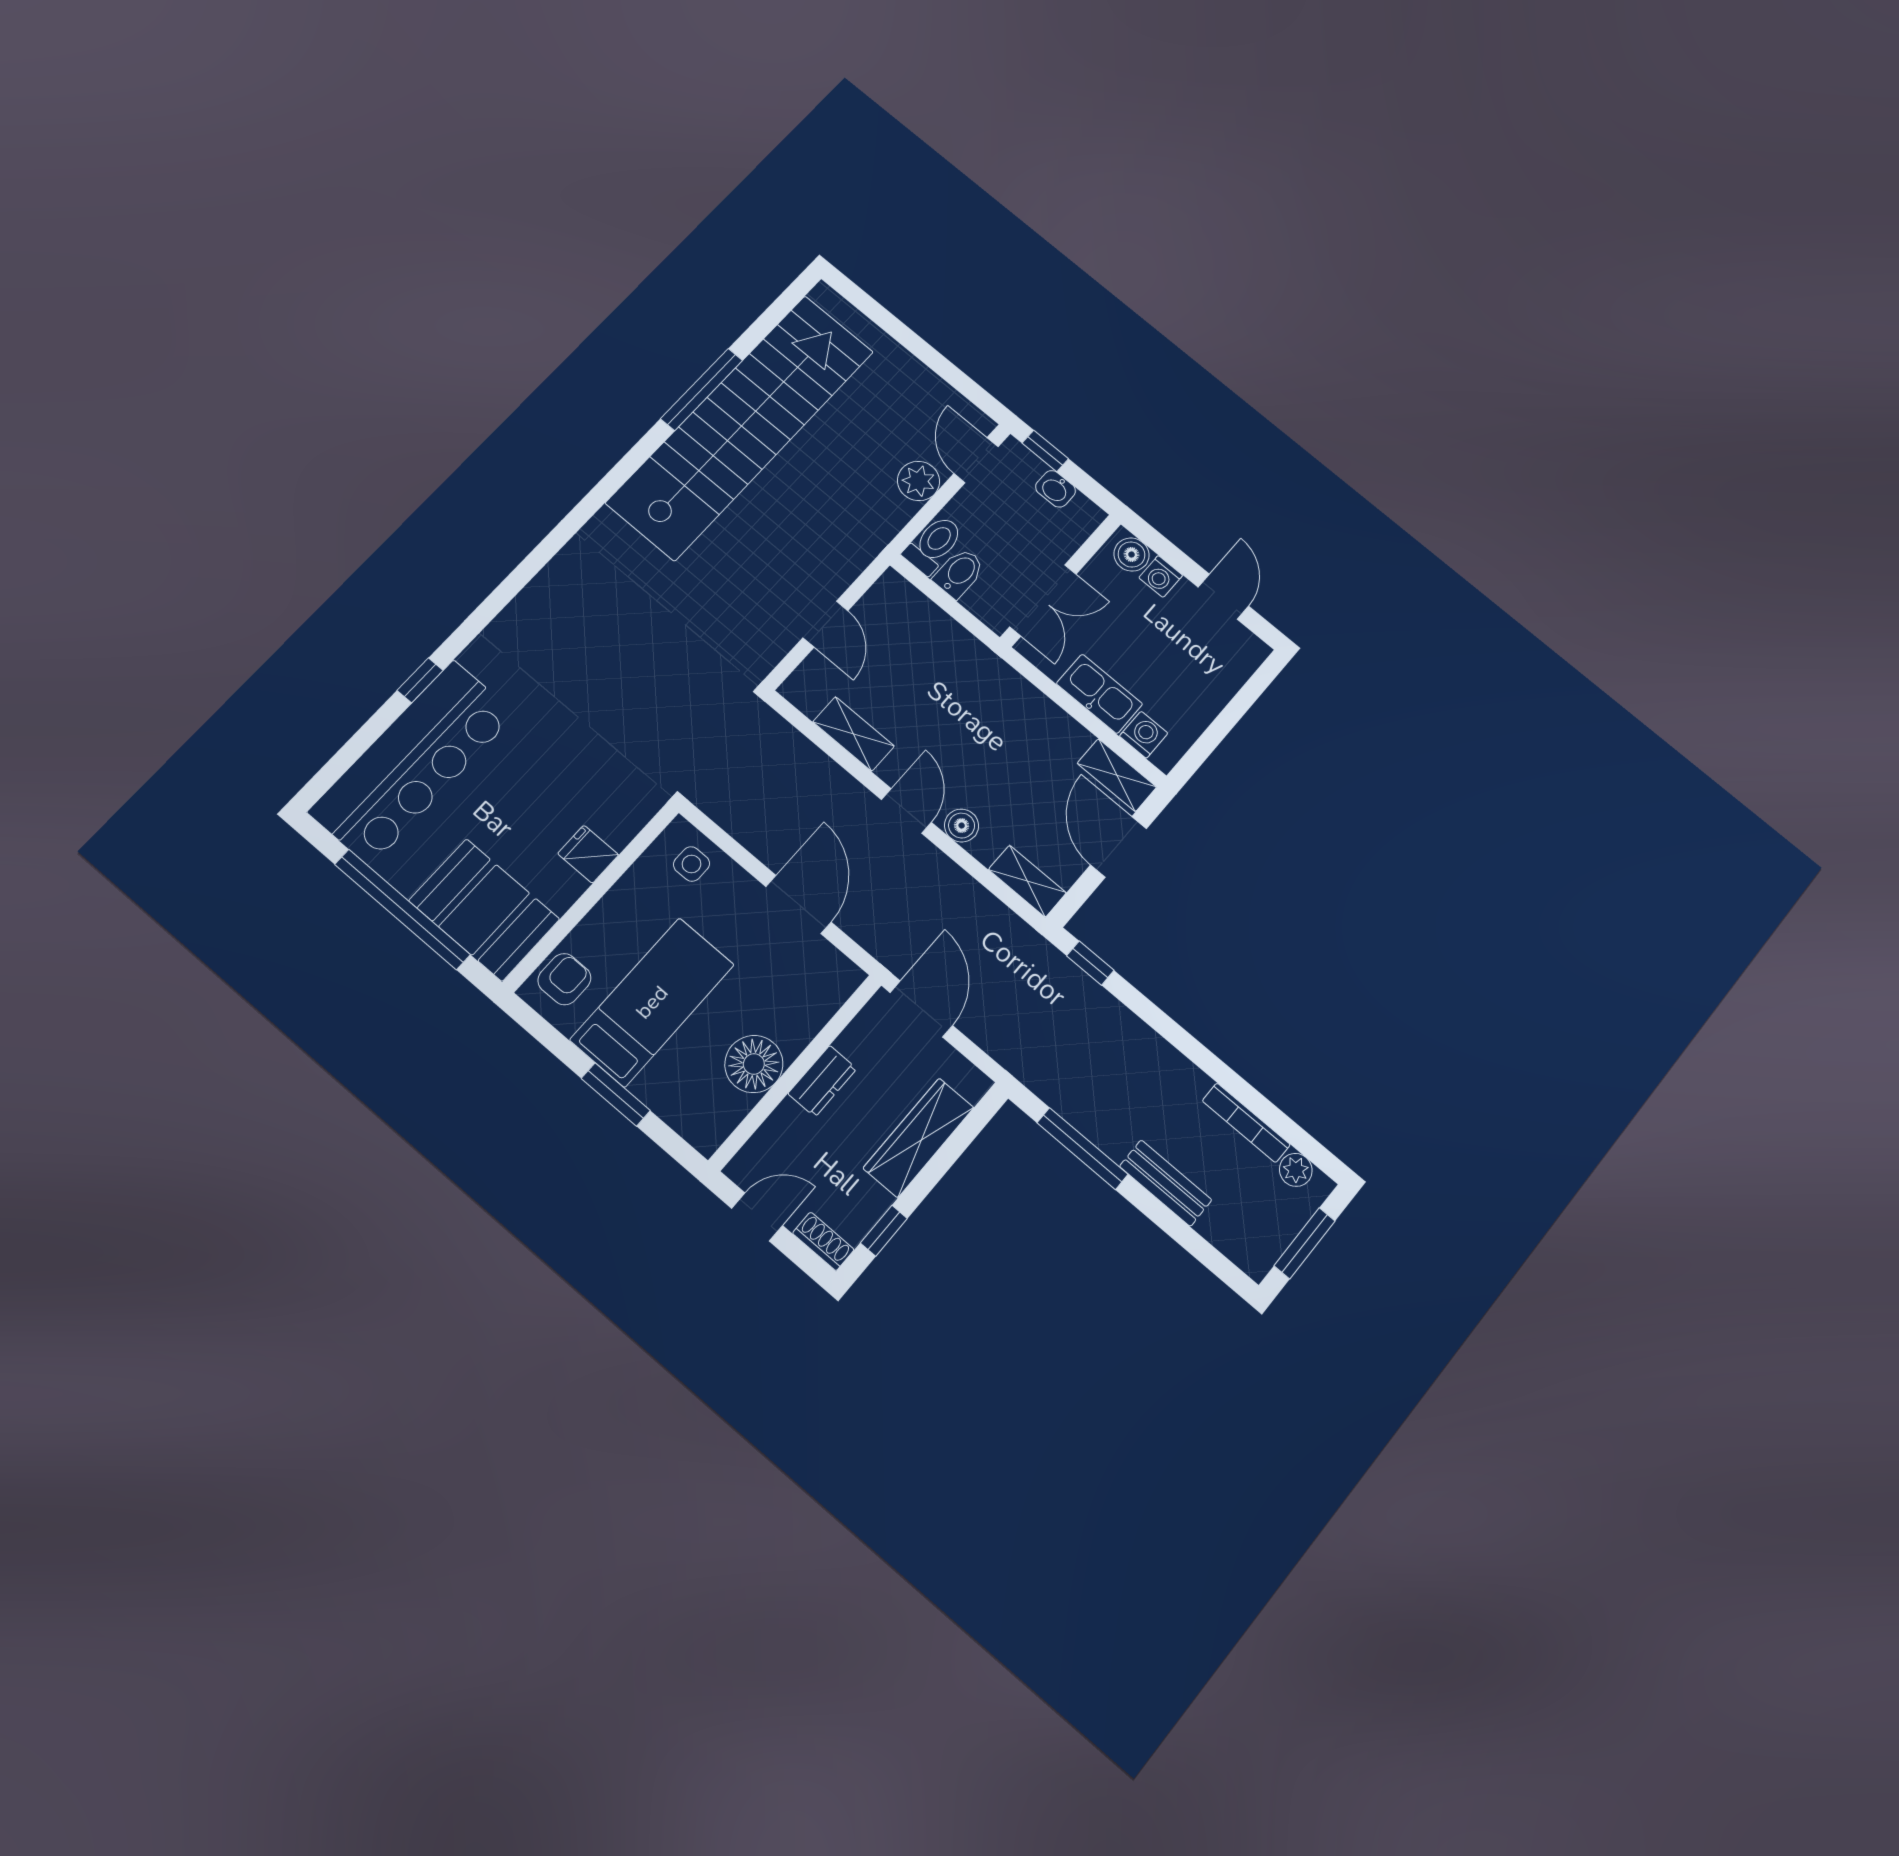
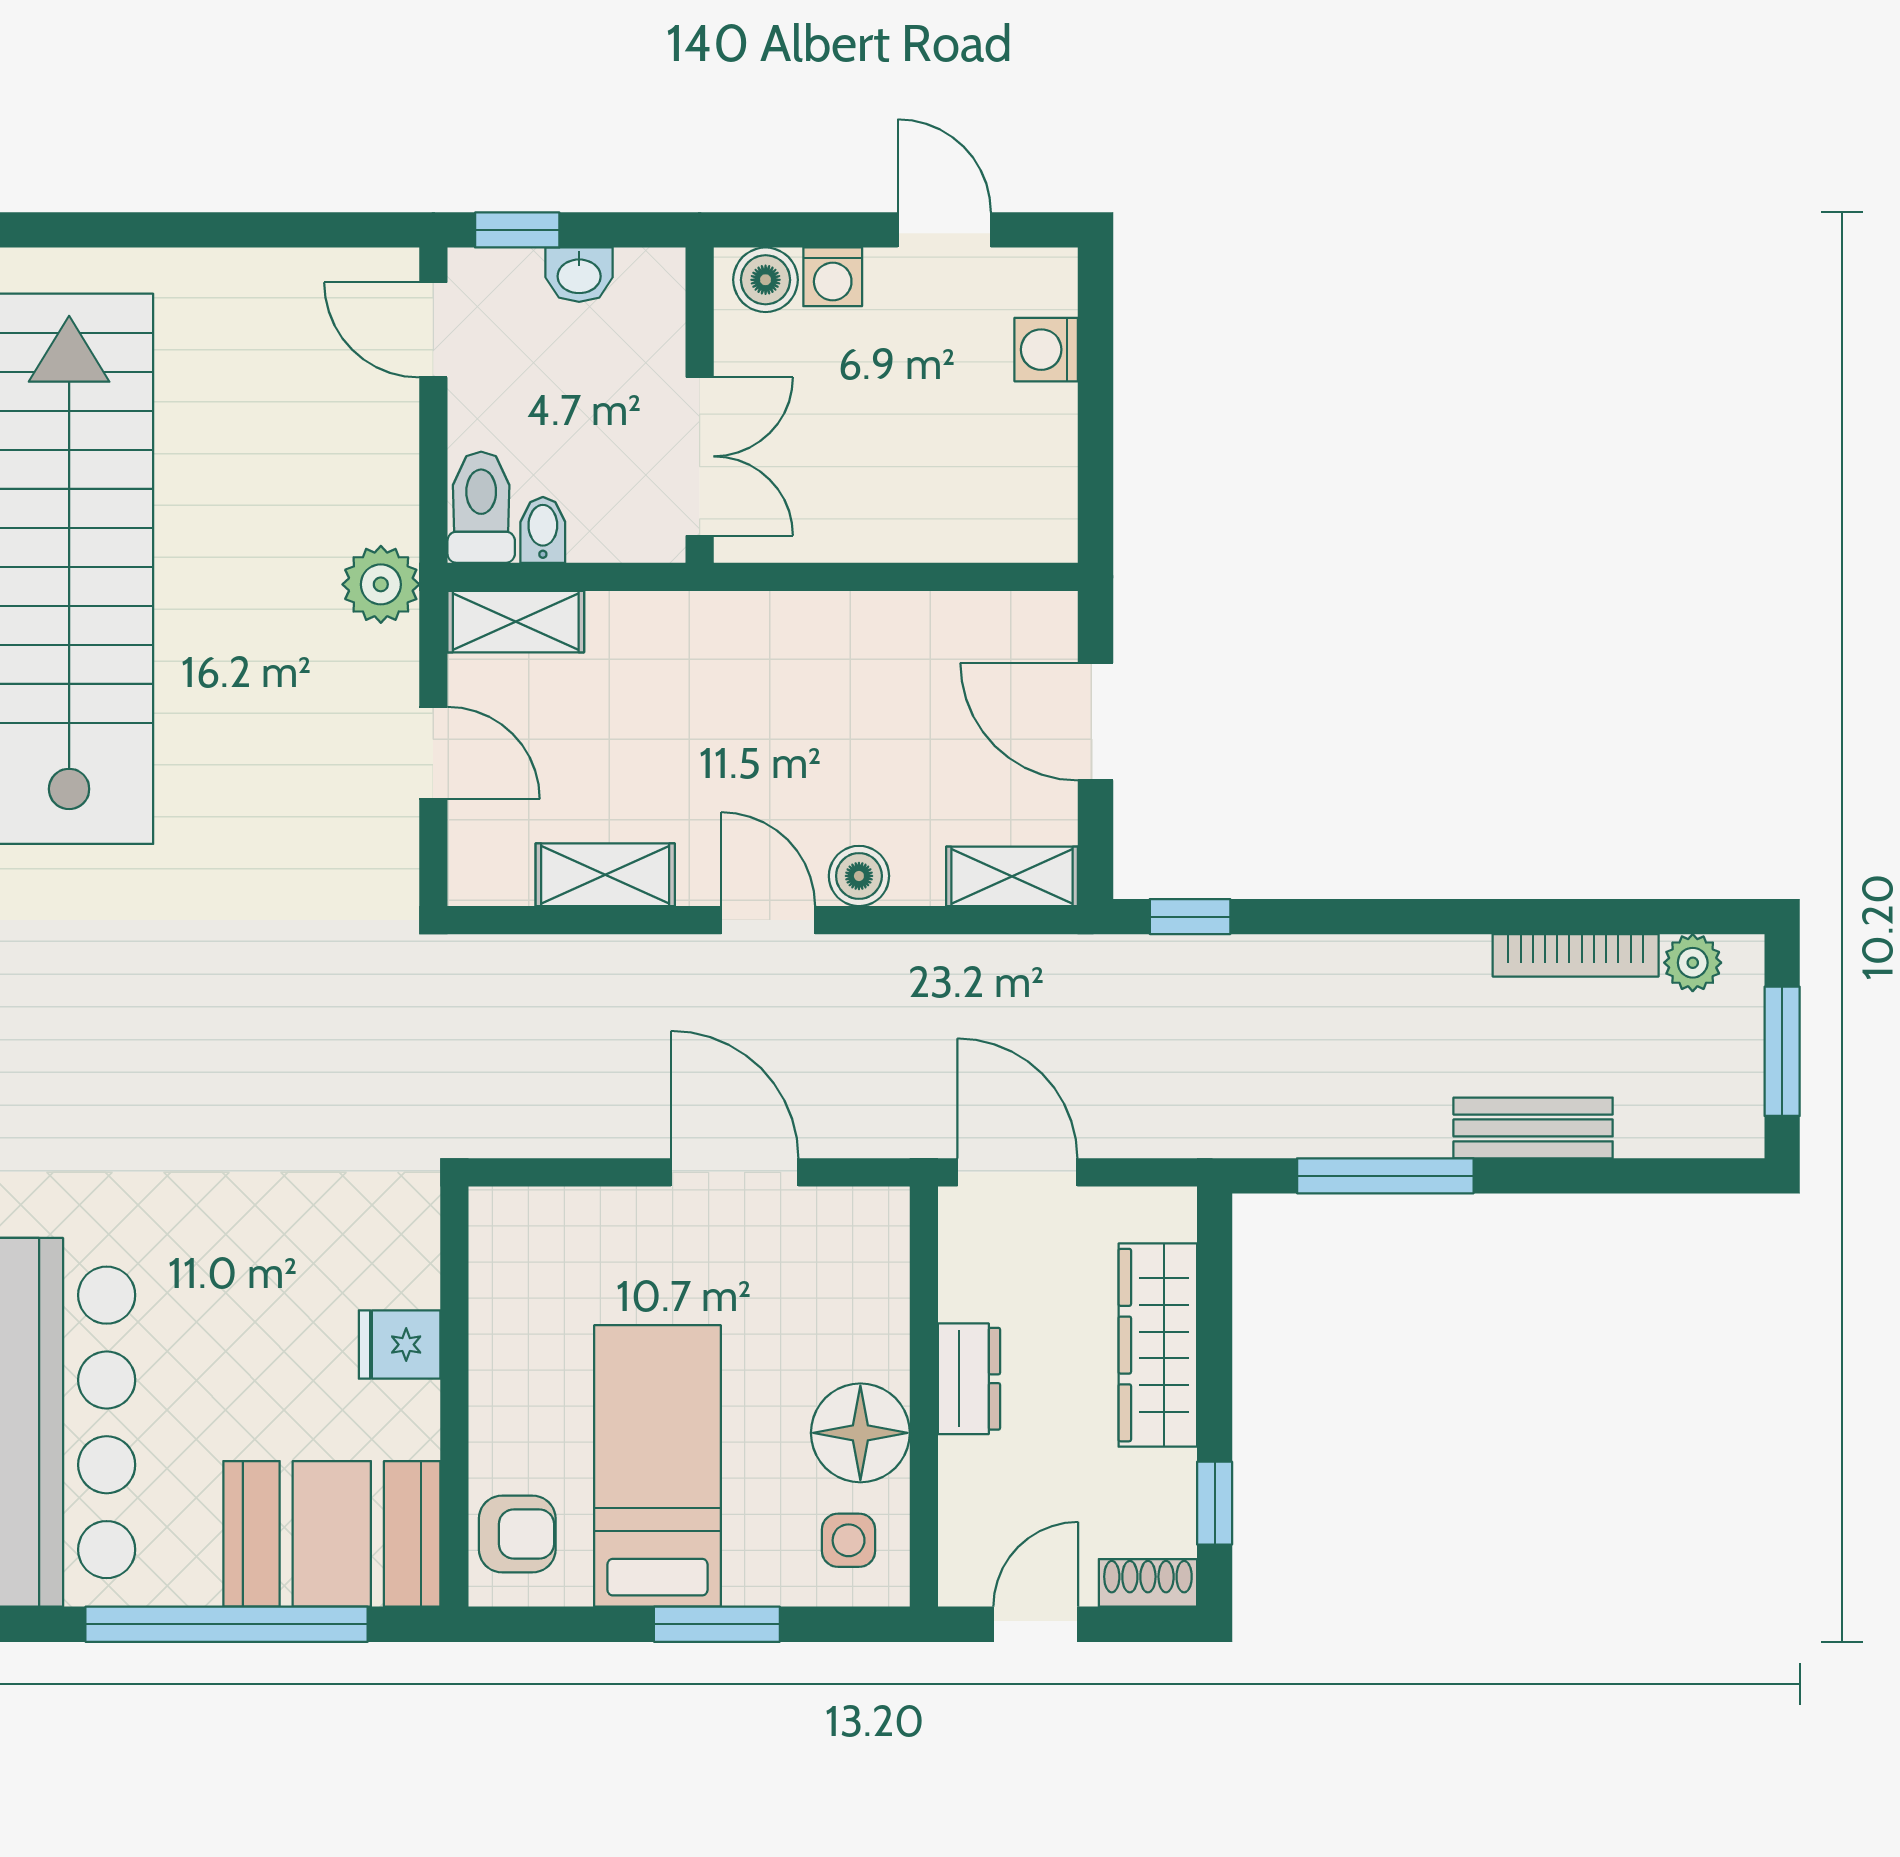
plant: (919, 481) -> (381, 584), moved
bidet: (959, 573) -> (543, 530), width x0.72, depth x0.74
kitchen sink: (1099, 694) -> (890, 525), removed
washing machine: (1144, 735) -> (1046, 350), moved, turned -90
shelving: (1117, 775) -> (516, 622), moved
side table: (691, 864) -> (849, 1540), moved
armchair: (564, 979) -> (517, 1534), turned 90

